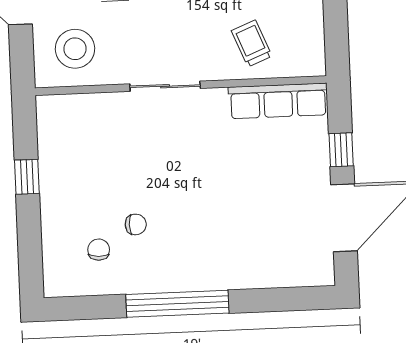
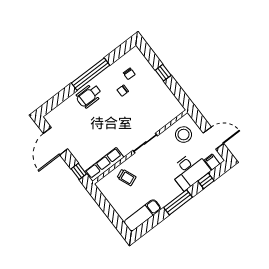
window: (341, 150) -> (79, 171), moved
window: (27, 177) -> (163, 73), moved
wheelchair: (211, 262) -> (89, 96), added

